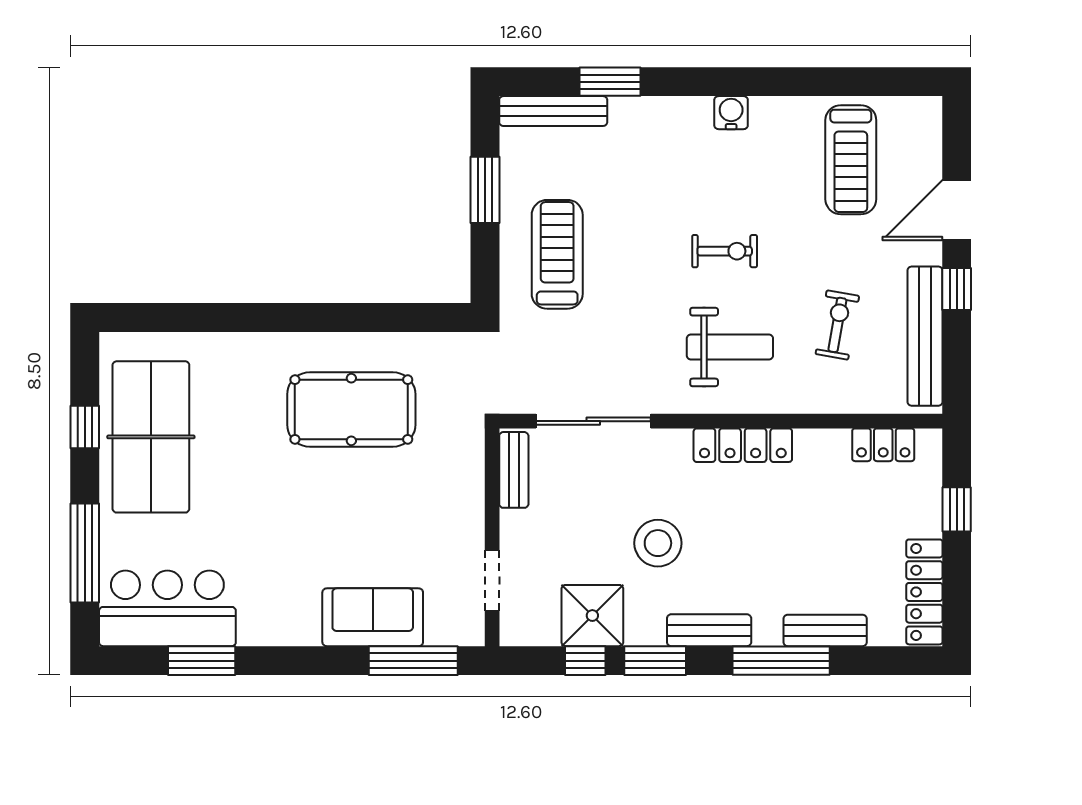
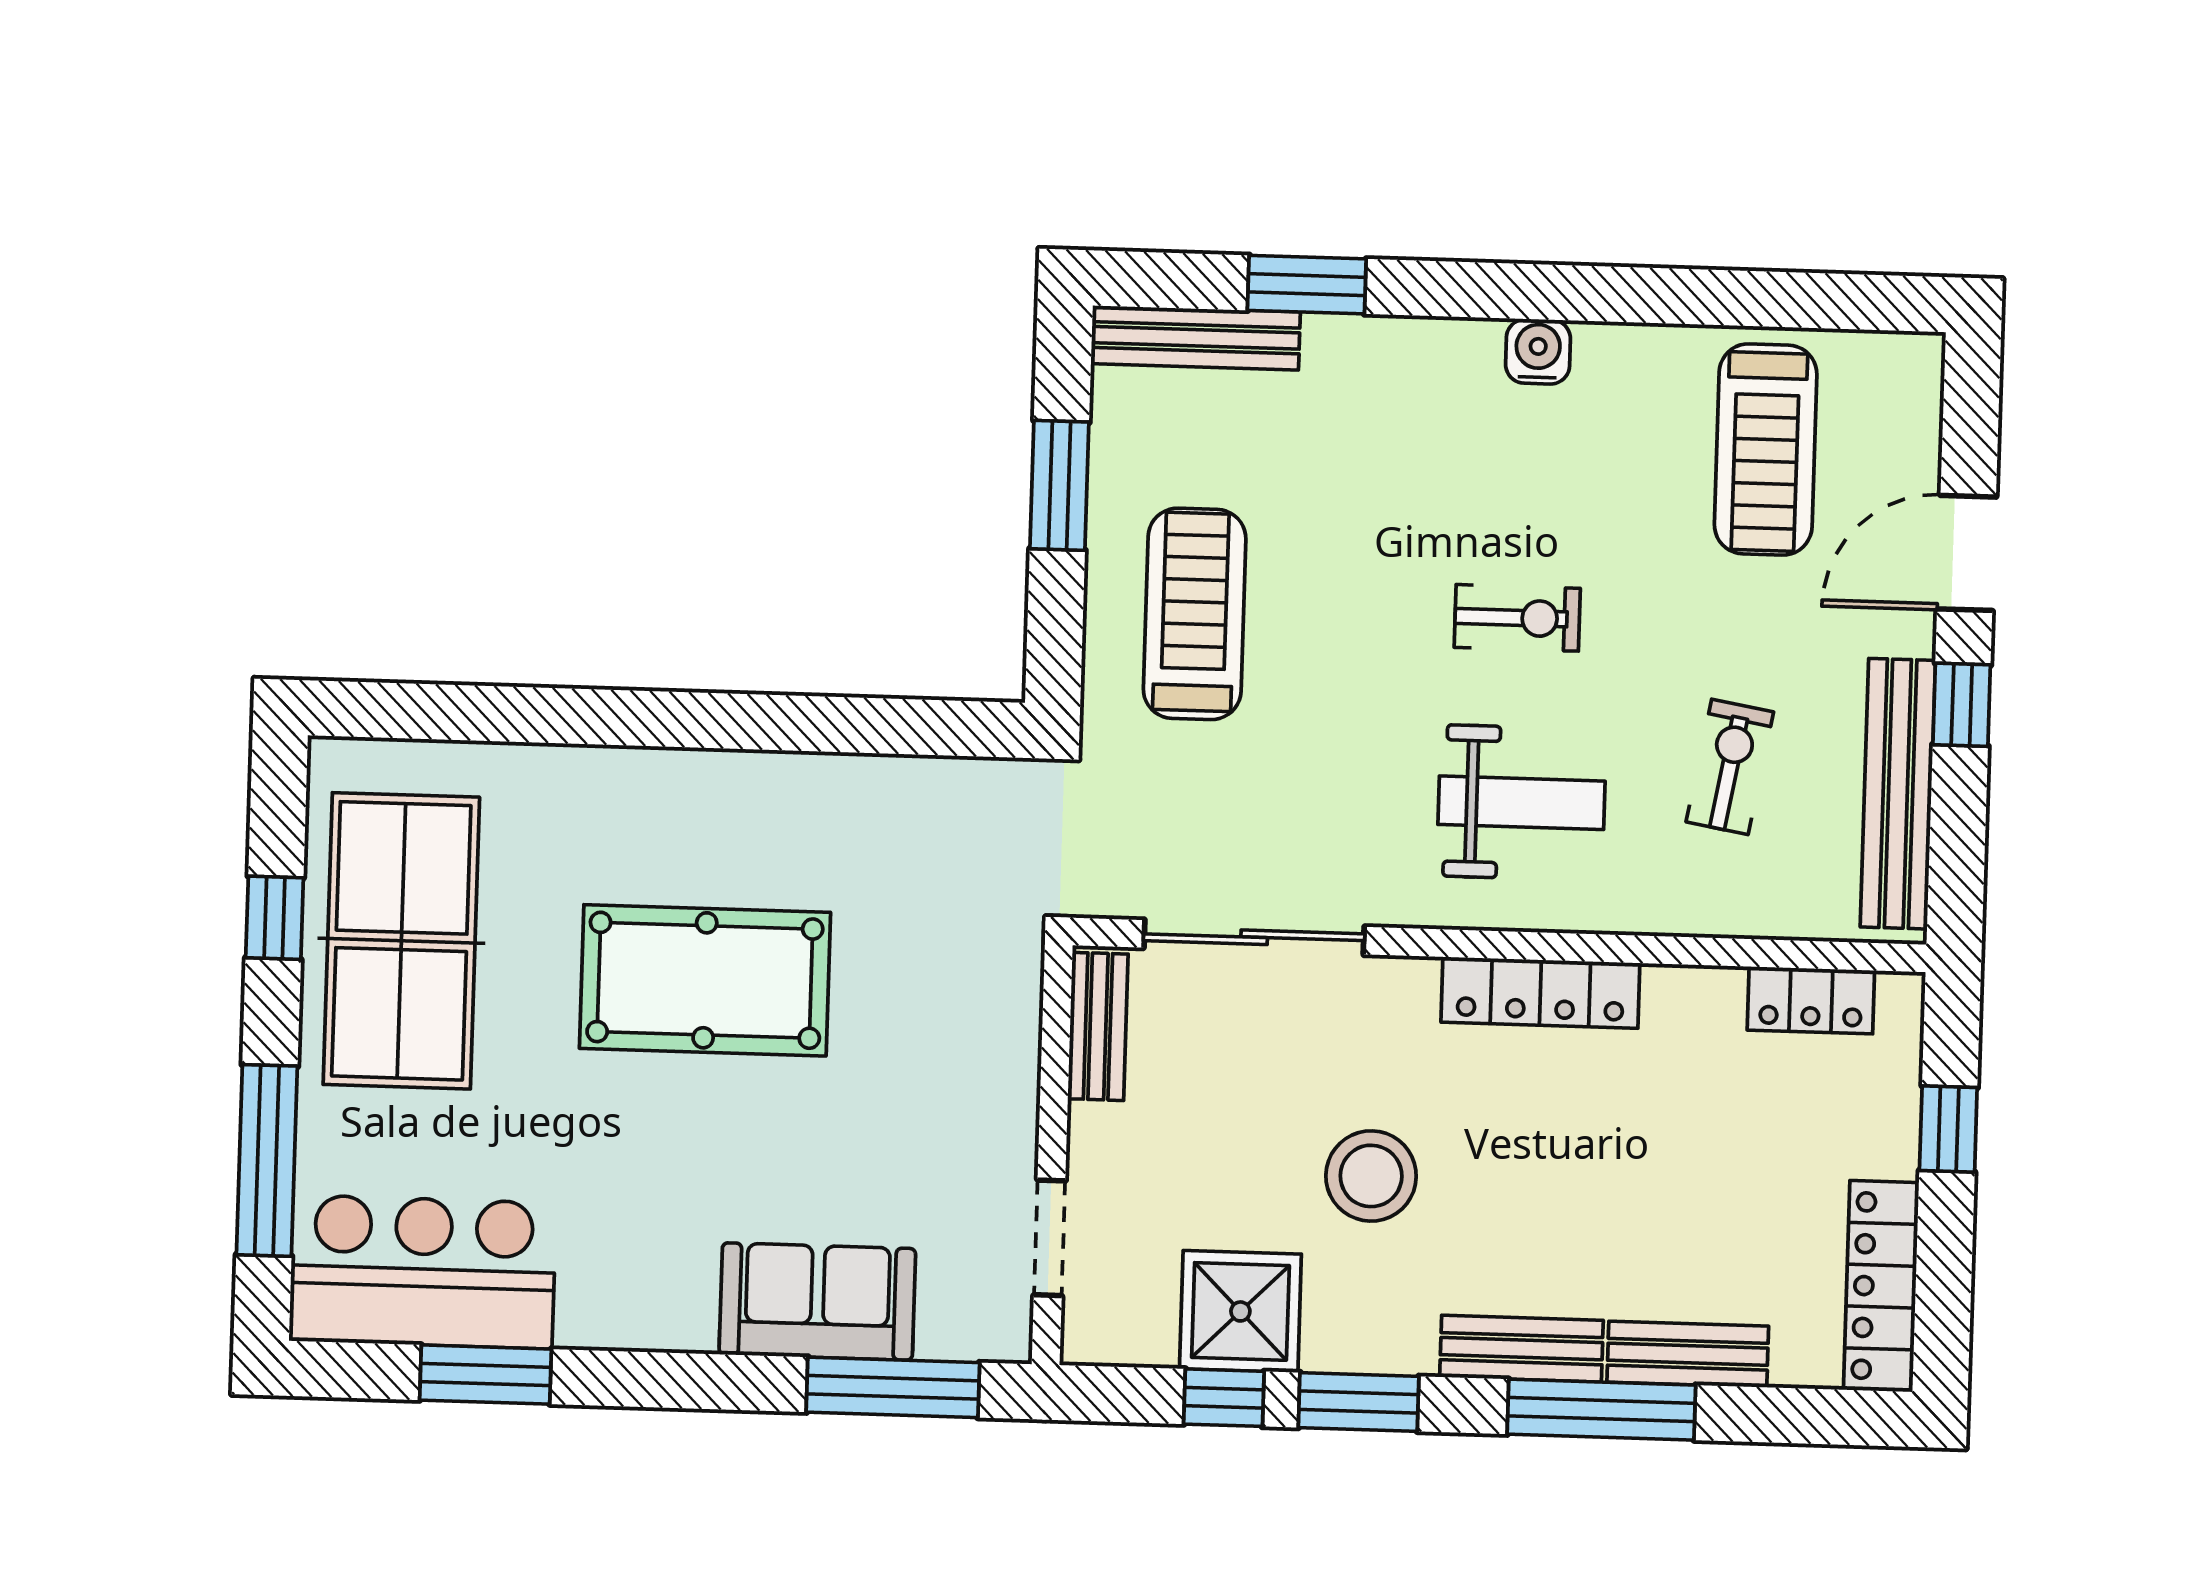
pool table: (351, 409) -> (705, 980), moved
bench: (709, 630) -> (1521, 1349), moved

